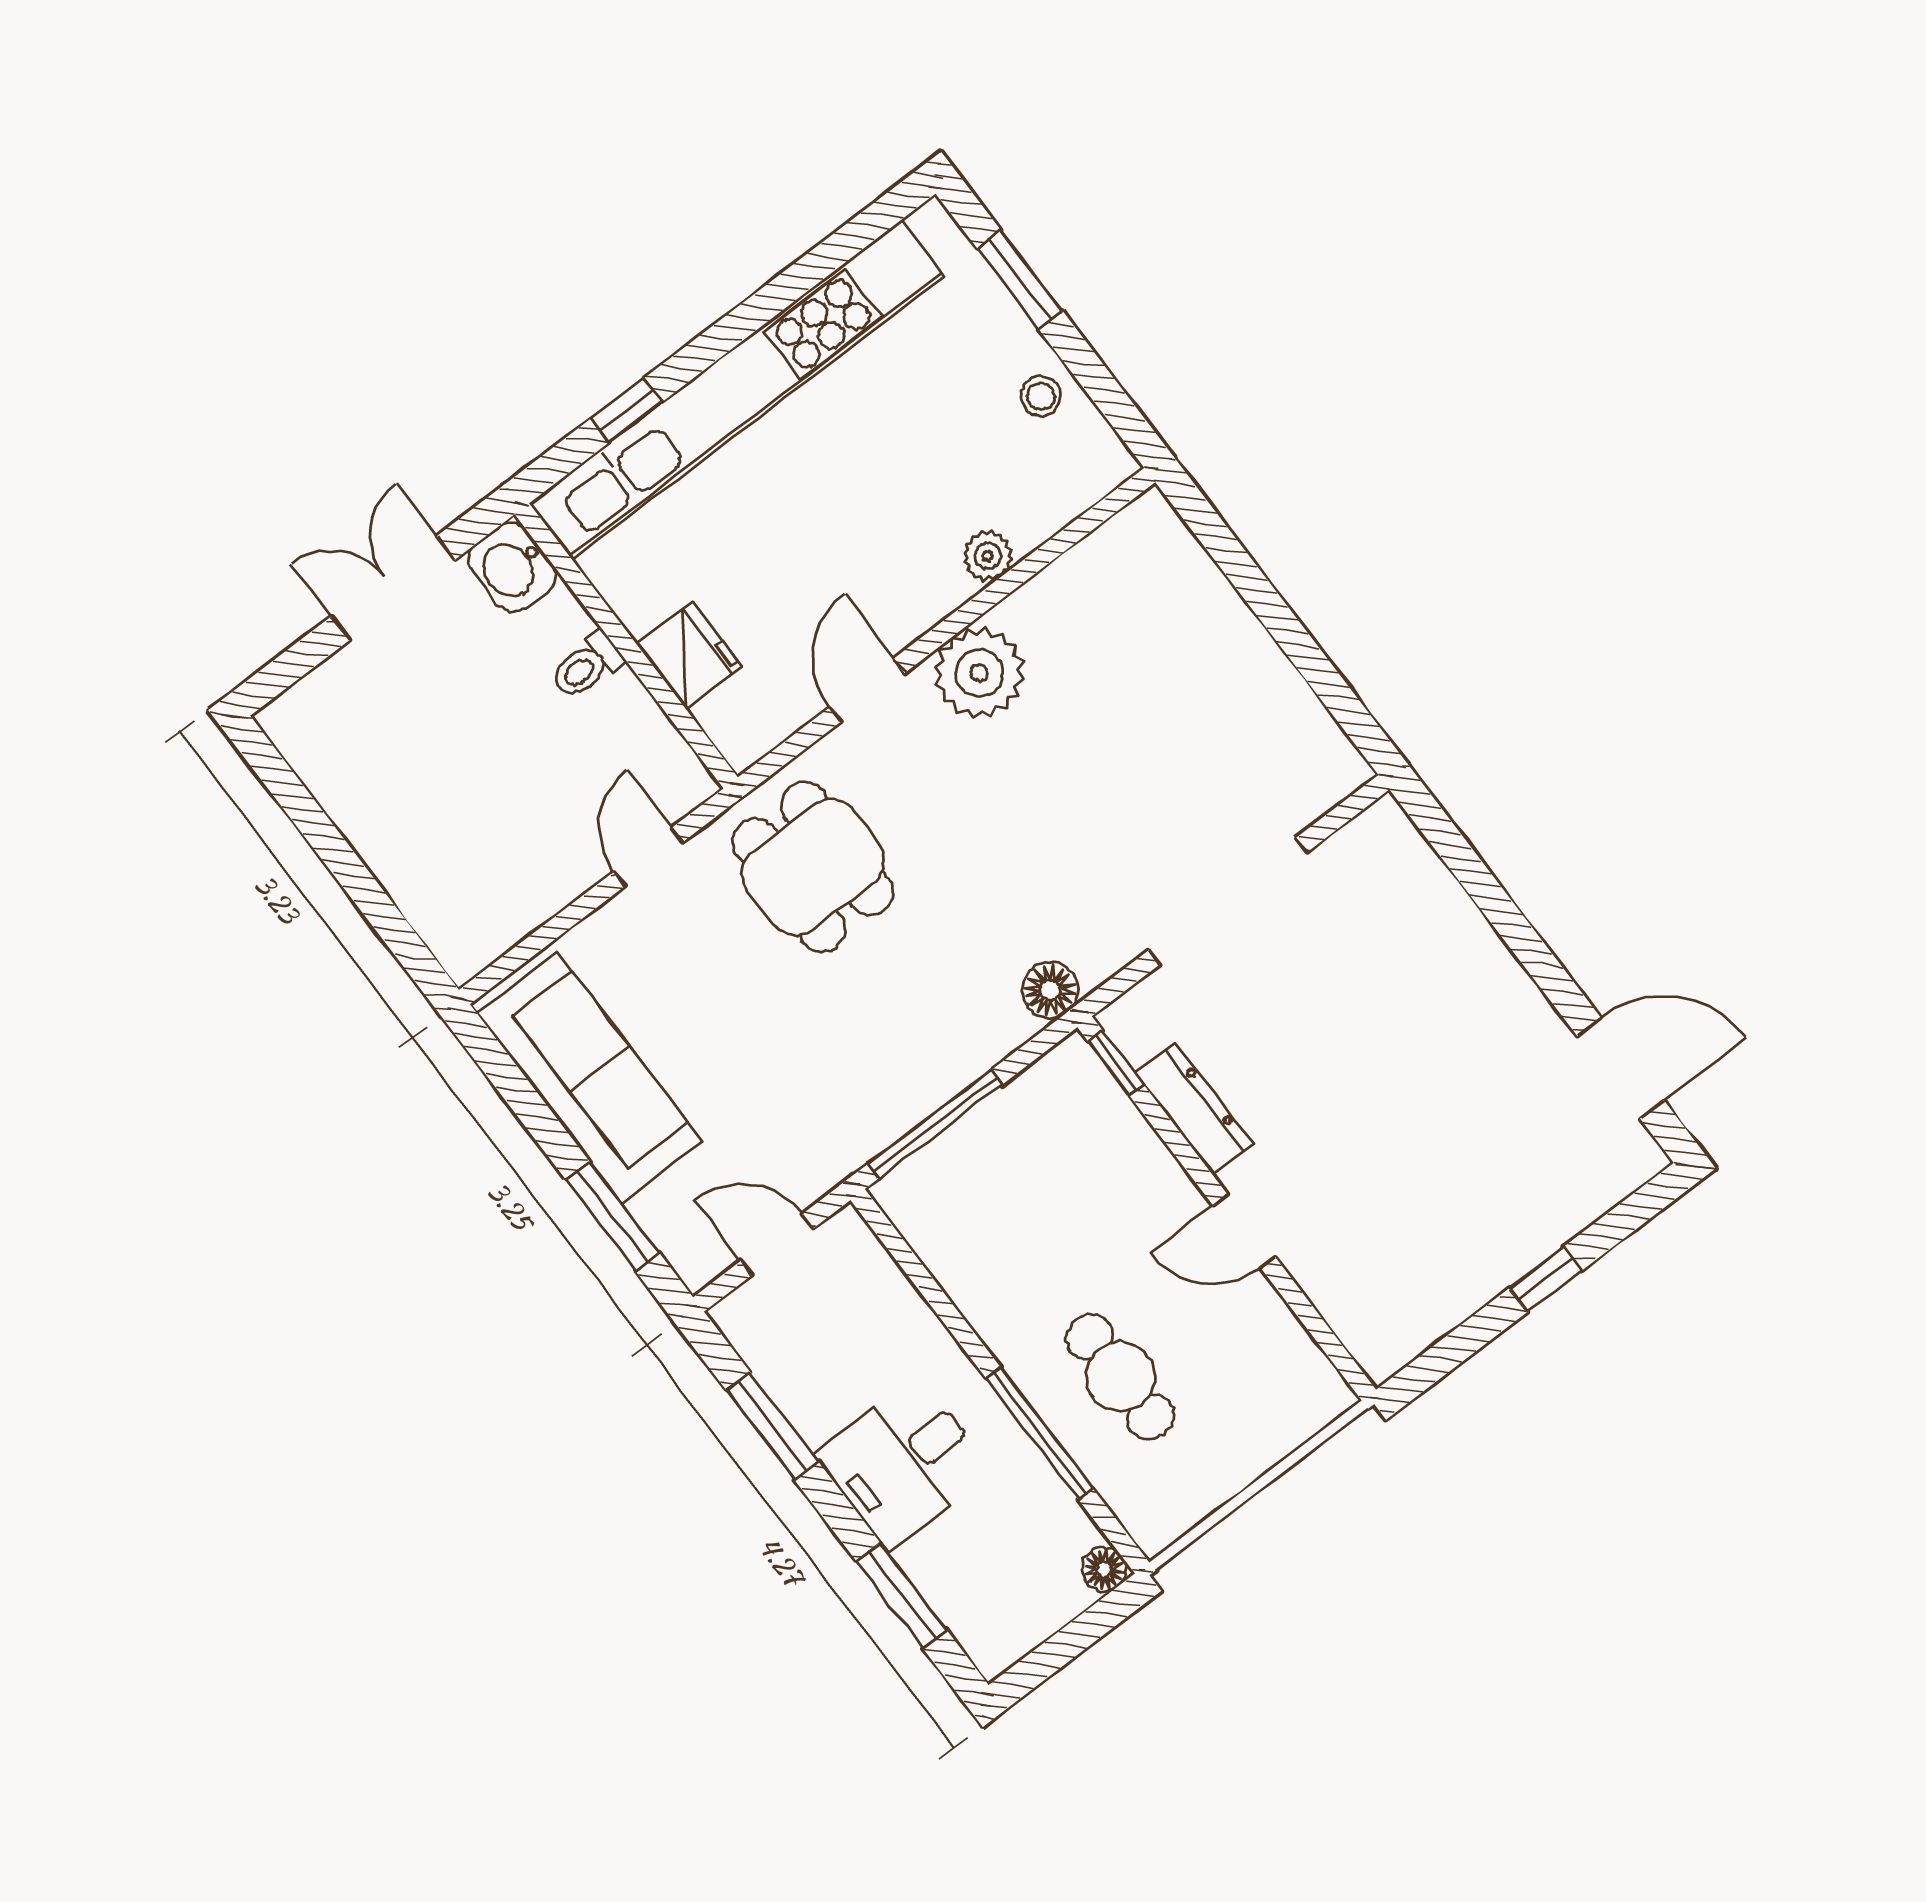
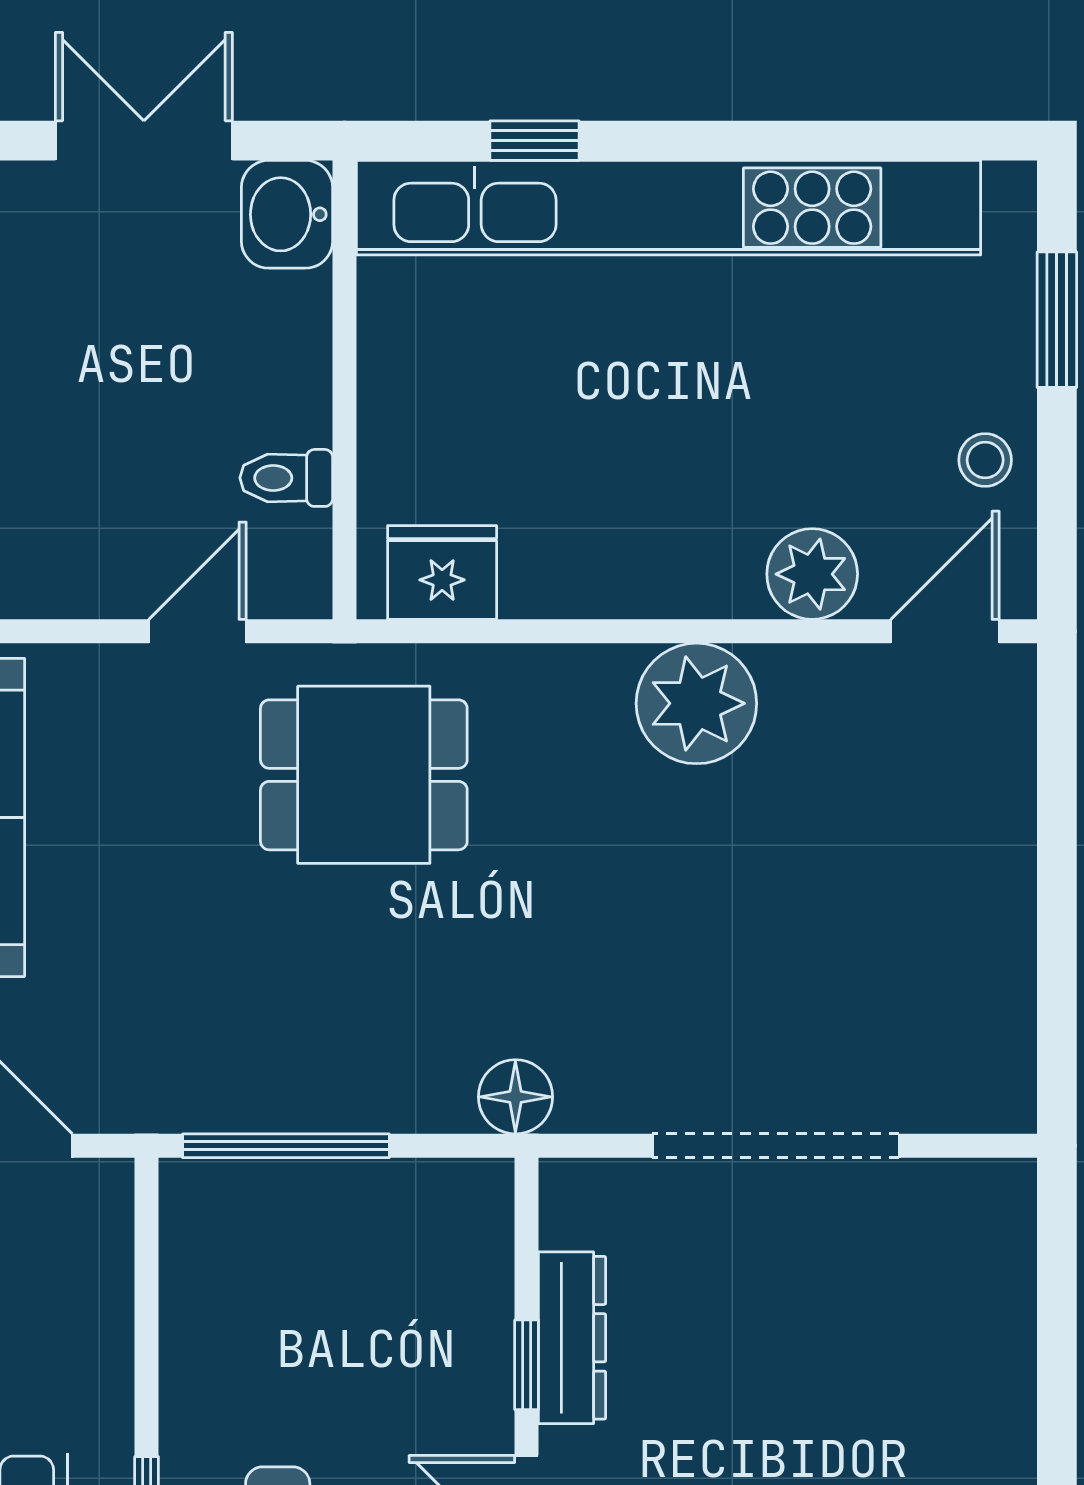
plant: (988, 556) -> (812, 574), width x1.38, depth x1.38
fridge: (689, 655) -> (442, 572), moved, turned -90
toilet: (587, 666) -> (286, 478), moved
door: (867, 690) -> (945, 631), moved
dining table: (813, 867) -> (364, 775), turned 90
window: (1116, 1063) -> (527, 1365), moved

